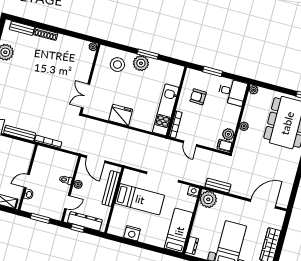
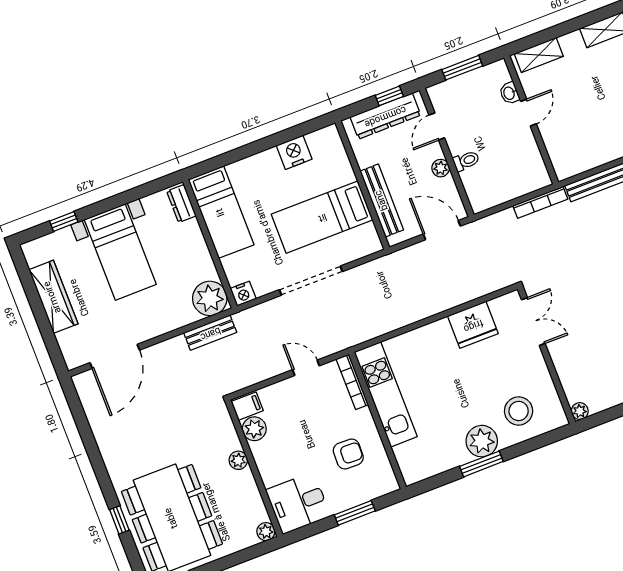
fridge: (121, 115) -> (473, 325), moved

